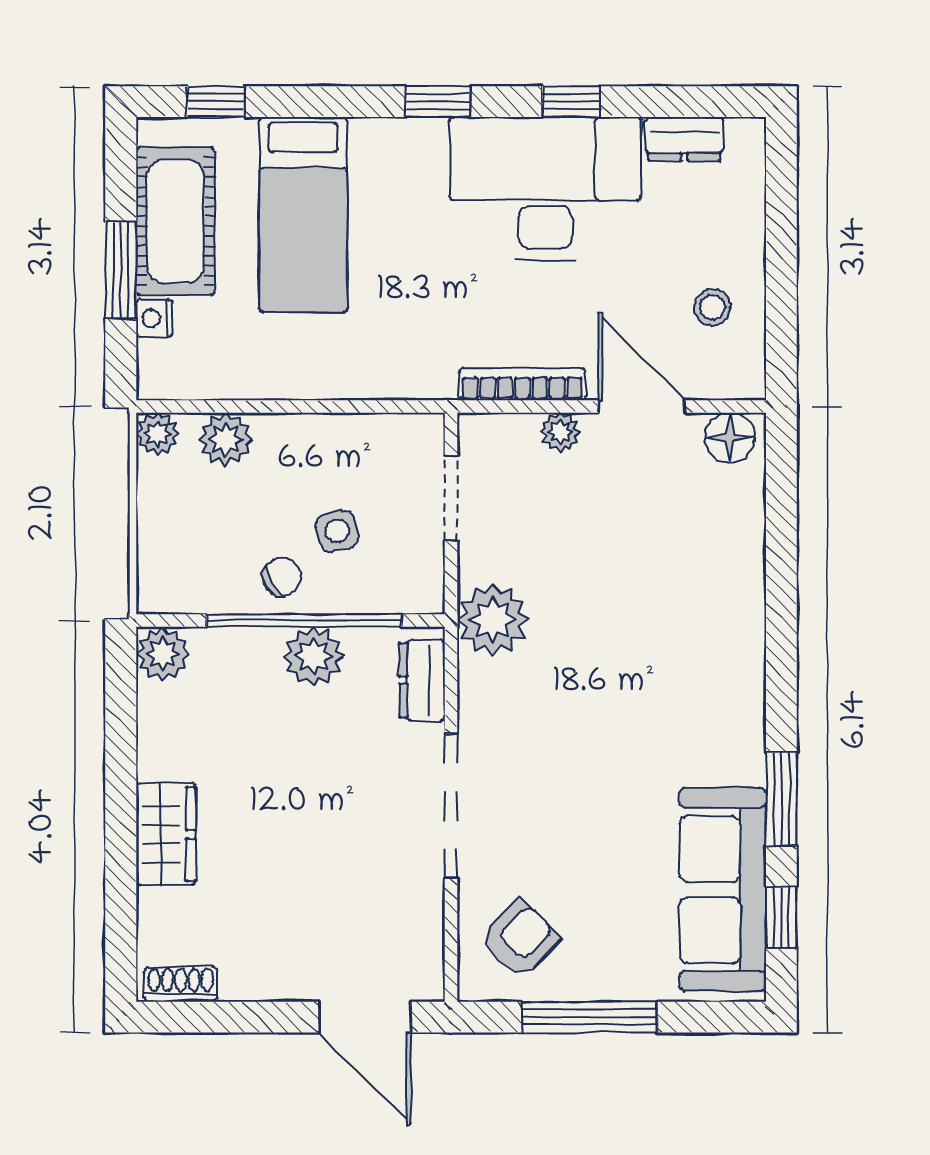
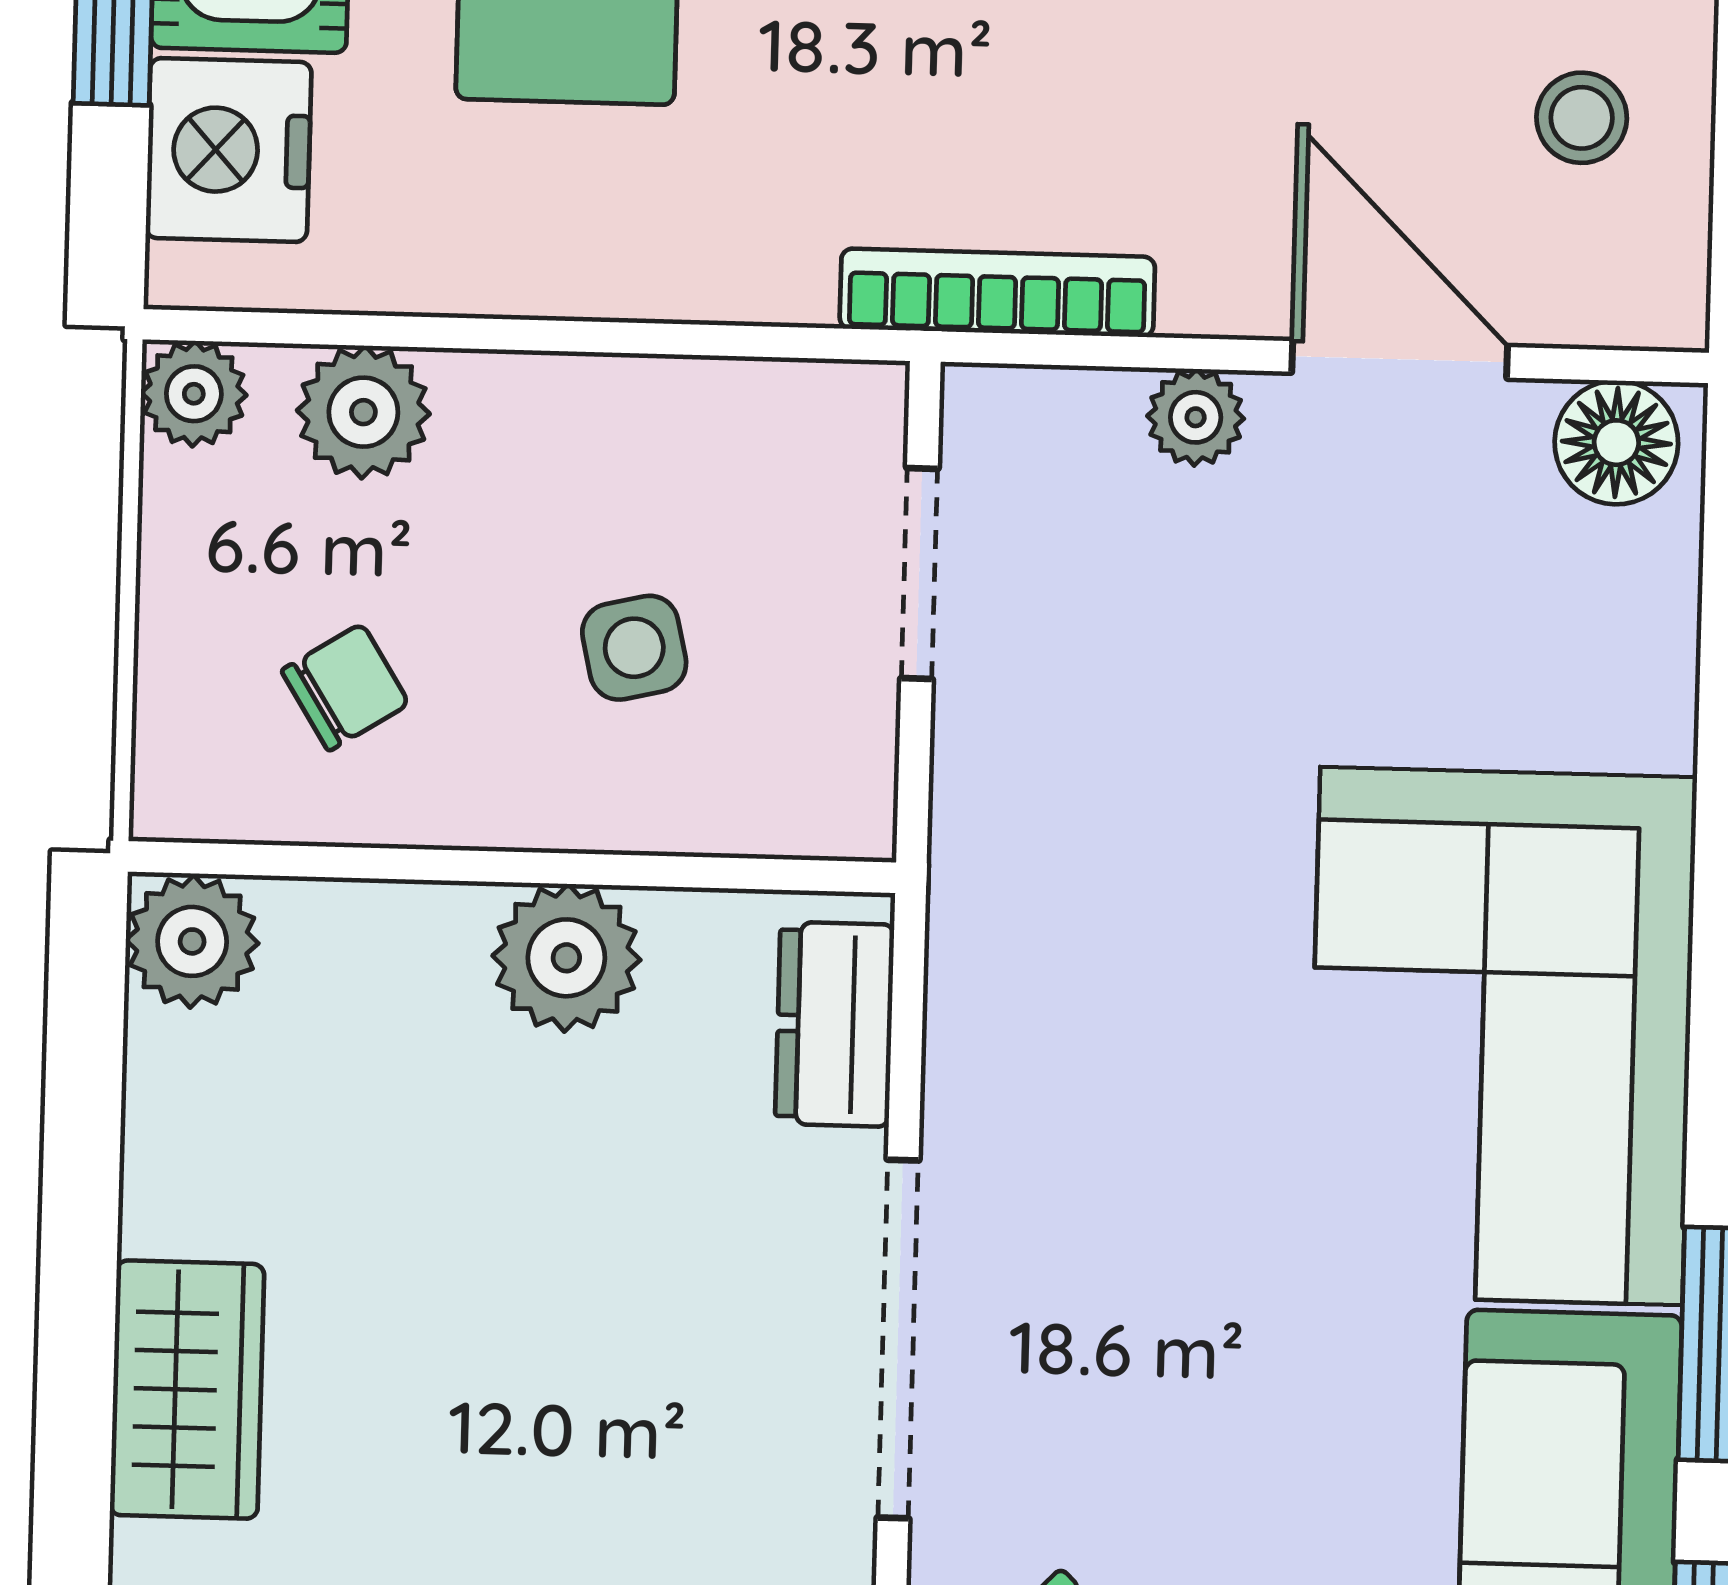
nightstand: (154, 318) -> (229, 150), width x1.89, depth x1.79
bookcase: (522, 384) -> (997, 293), moved
chair: (282, 577) -> (345, 687), moved
plant: (493, 620) -> (1015, 879), removed
window: (304, 621) -> (545, 868), removed
corner sofa: (690, 677) -> (1501, 1036), added

